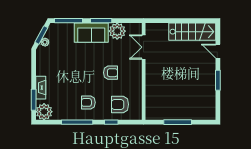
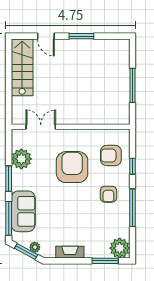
sofa: (91, 33) -> (23, 211), moved
double door: (144, 47) -> (41, 127), swing flipped
door: (218, 51) -> (46, 36), hinge flipped
armchair: (110, 73) -> (72, 167), width x1.88, depth x1.88
fireplace: (41, 88) -> (70, 252), moved
armchair: (120, 104) -> (111, 155), turned 90

